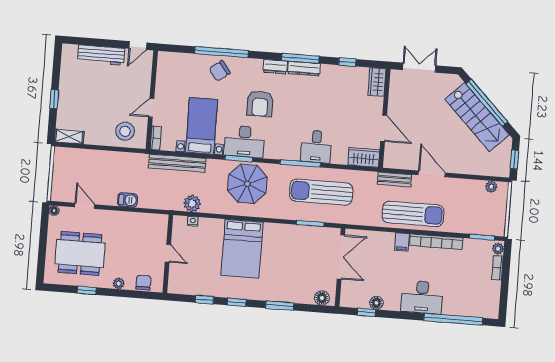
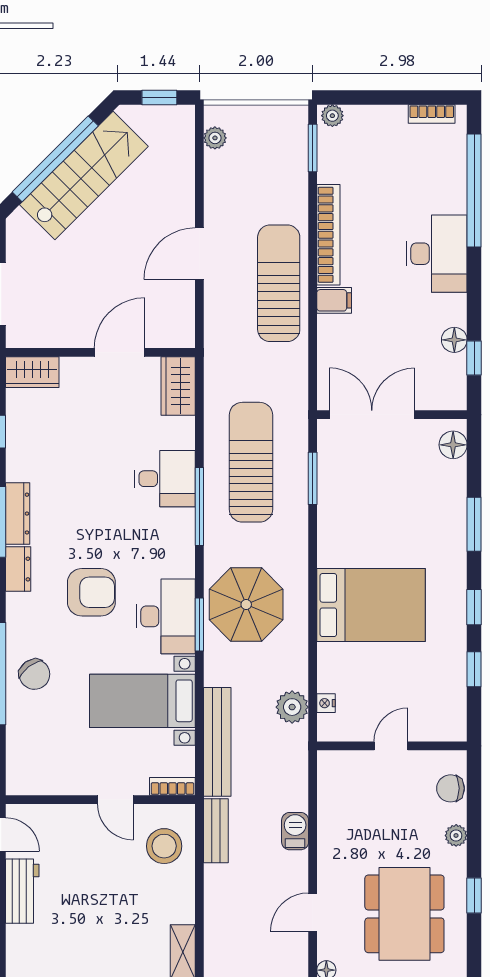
workbench: (101, 55) -> (22, 891), width x0.73
bench: (394, 180) -> (216, 831), moved
sun lounger: (321, 192) -> (251, 462), turned 180
bookcase: (497, 268) -> (432, 114), moved

